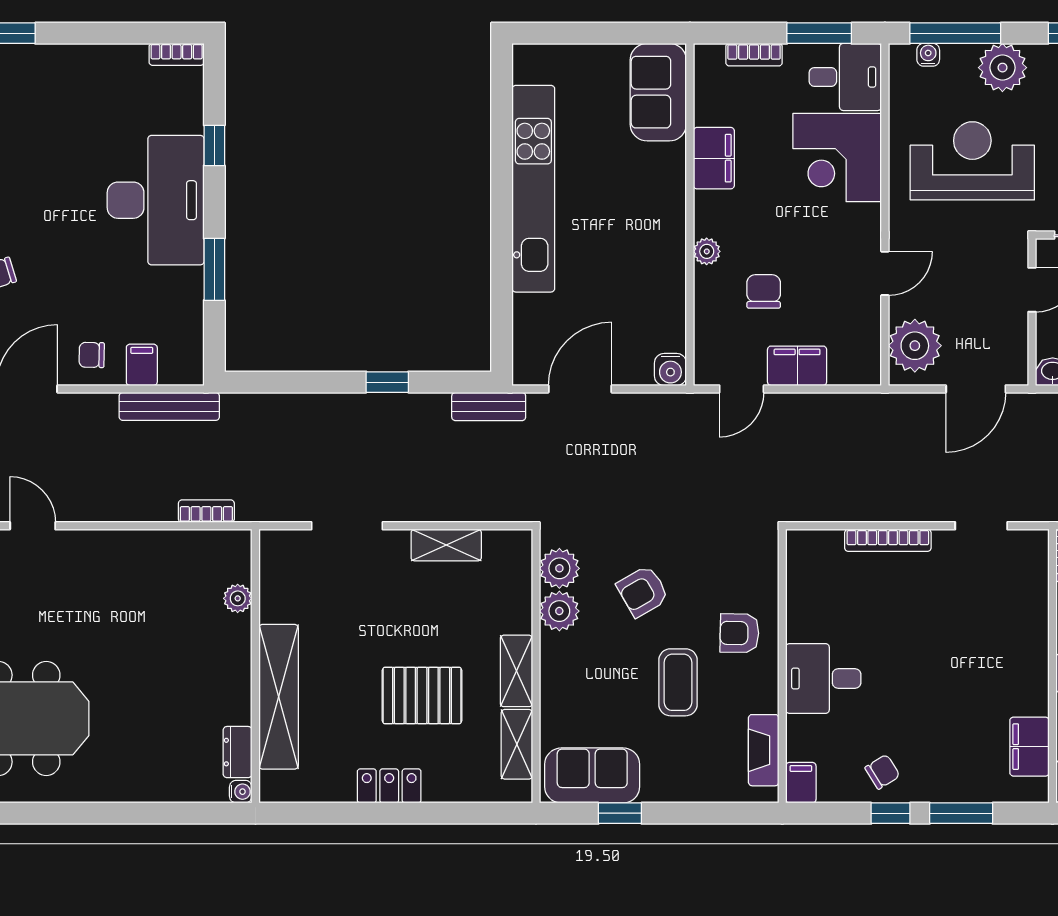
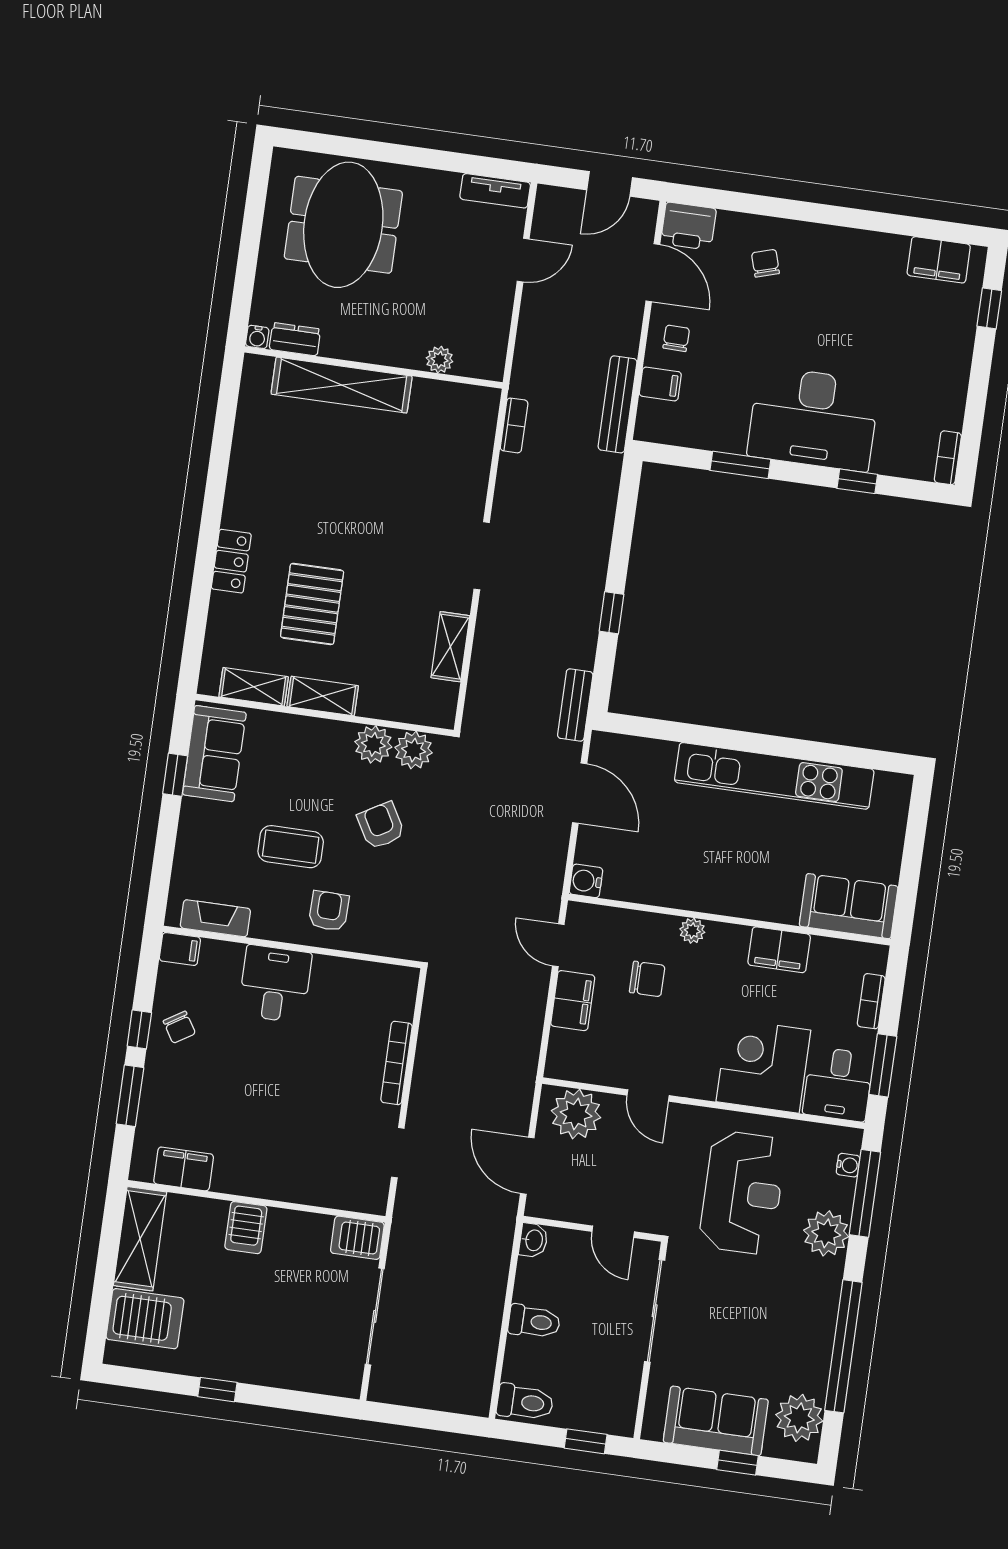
plant: (238, 598) -> (440, 360), moved
wall: (255, 666) -> (374, 367), moved
shelving: (279, 697) -> (342, 385), moved
dresser: (238, 752) -> (295, 339), moved
water cooler: (241, 792) -> (257, 337), moved

